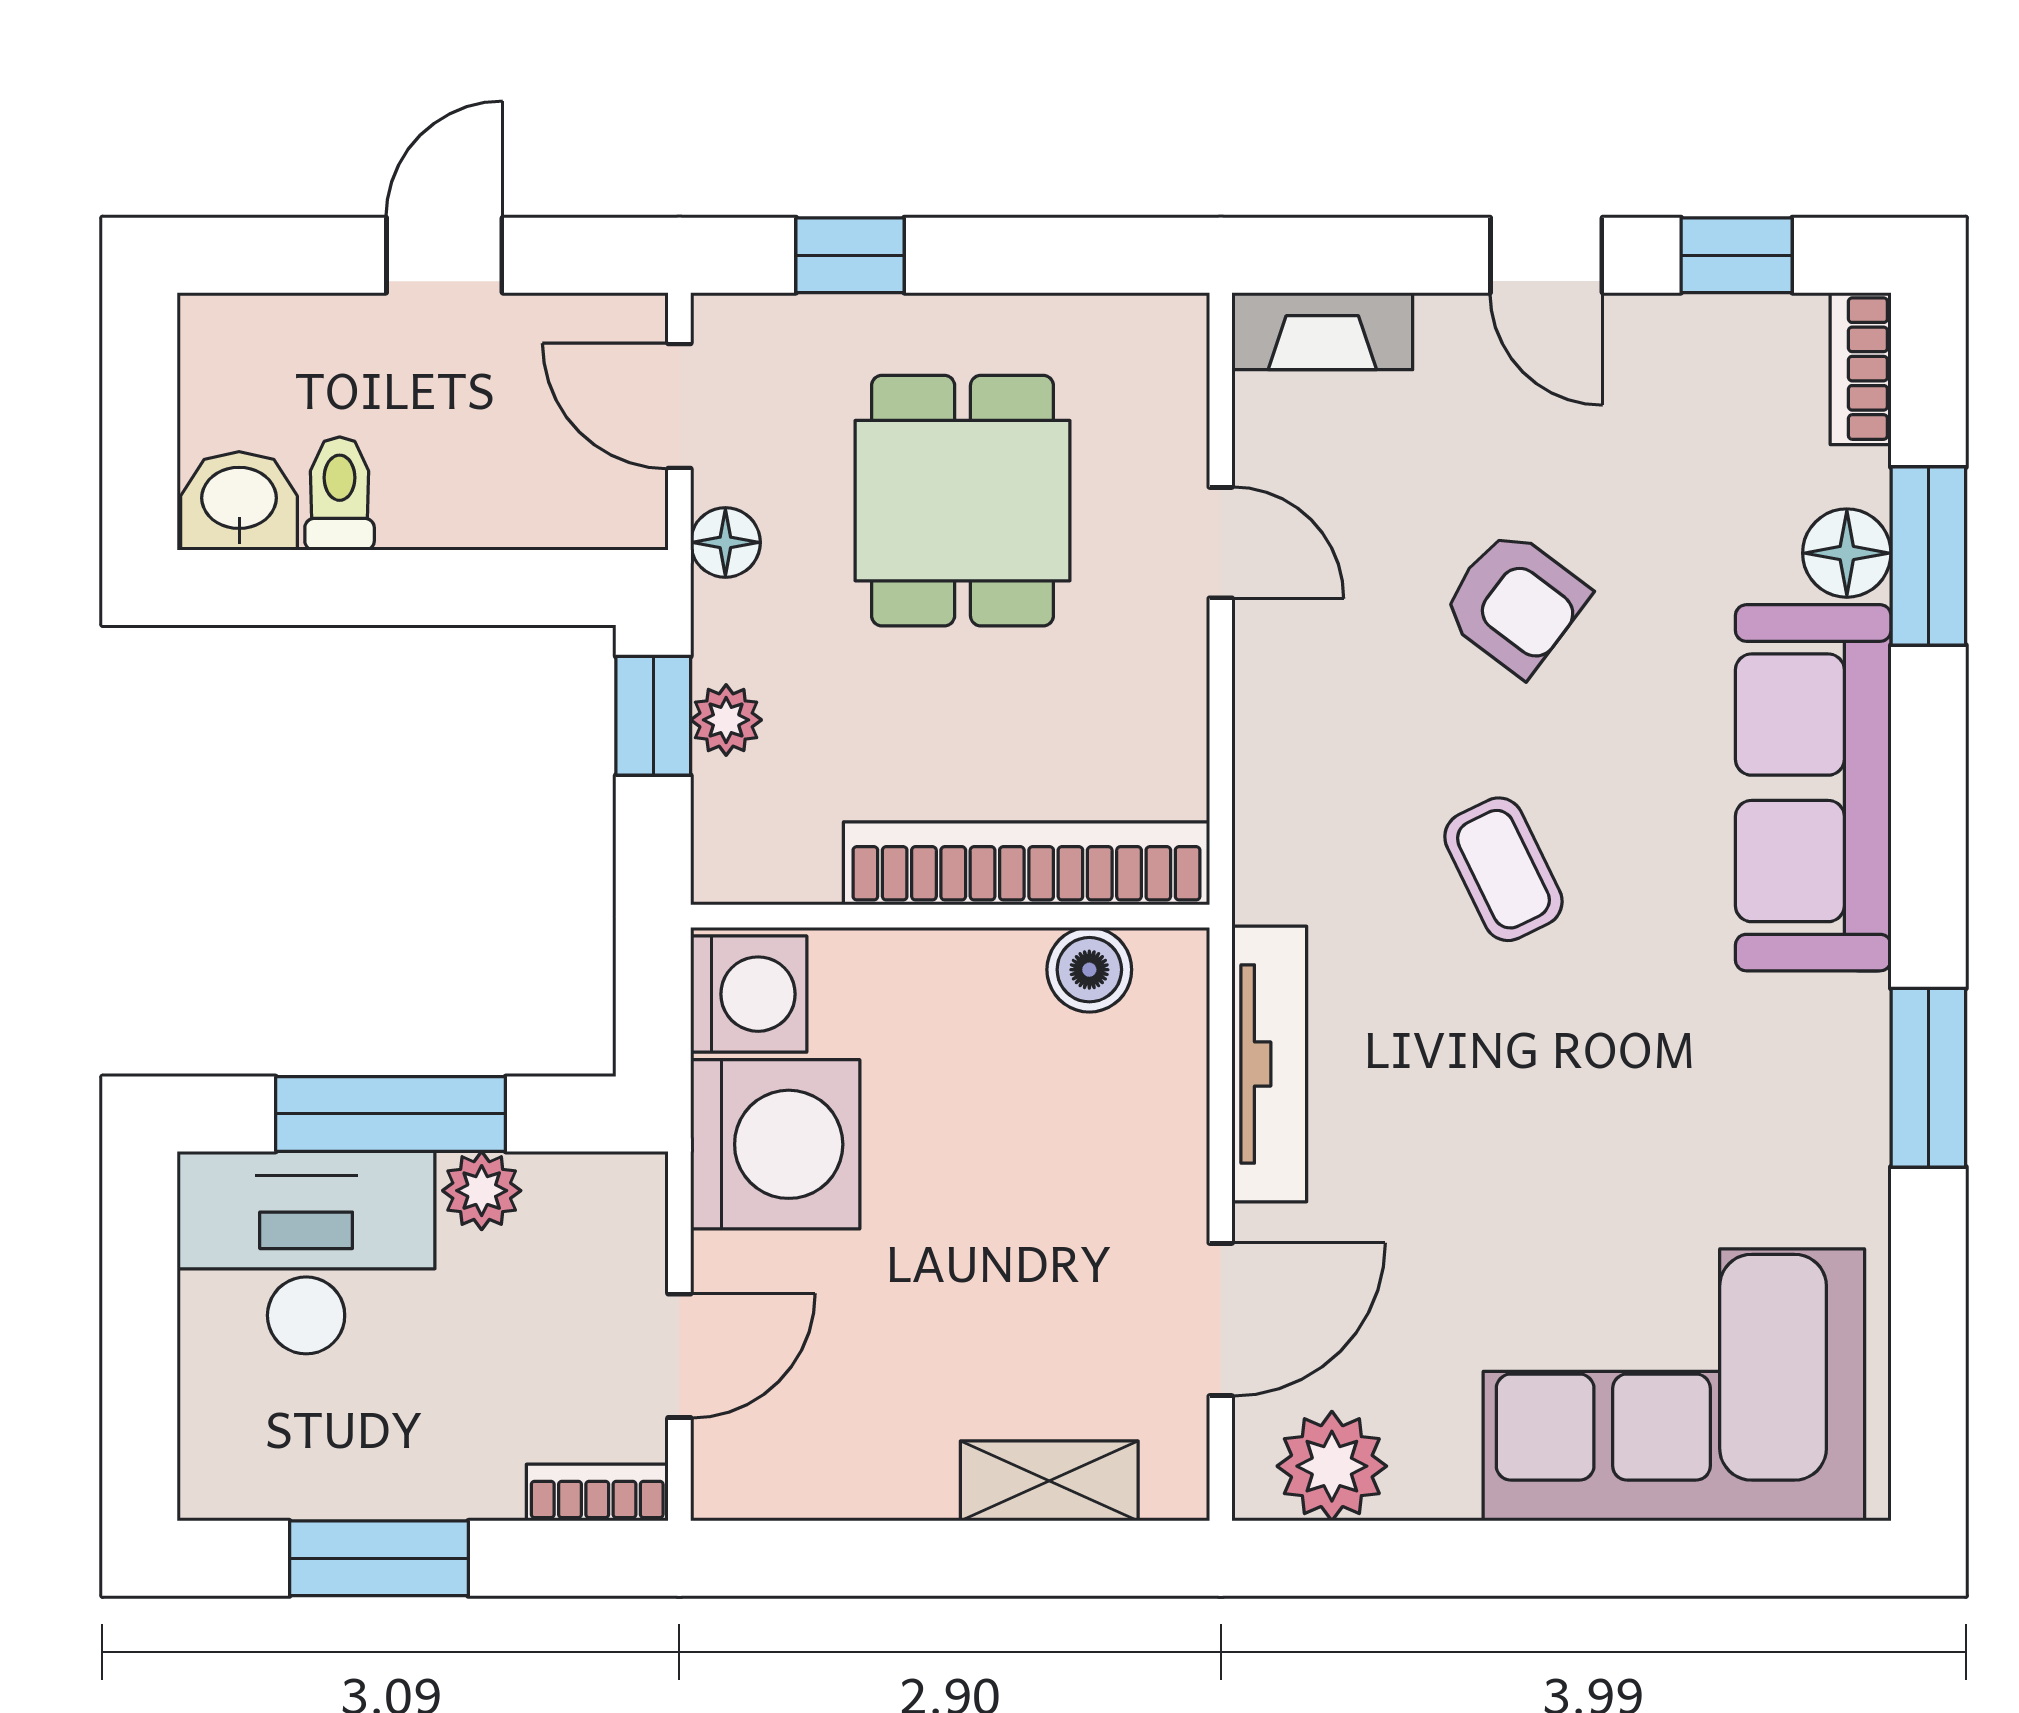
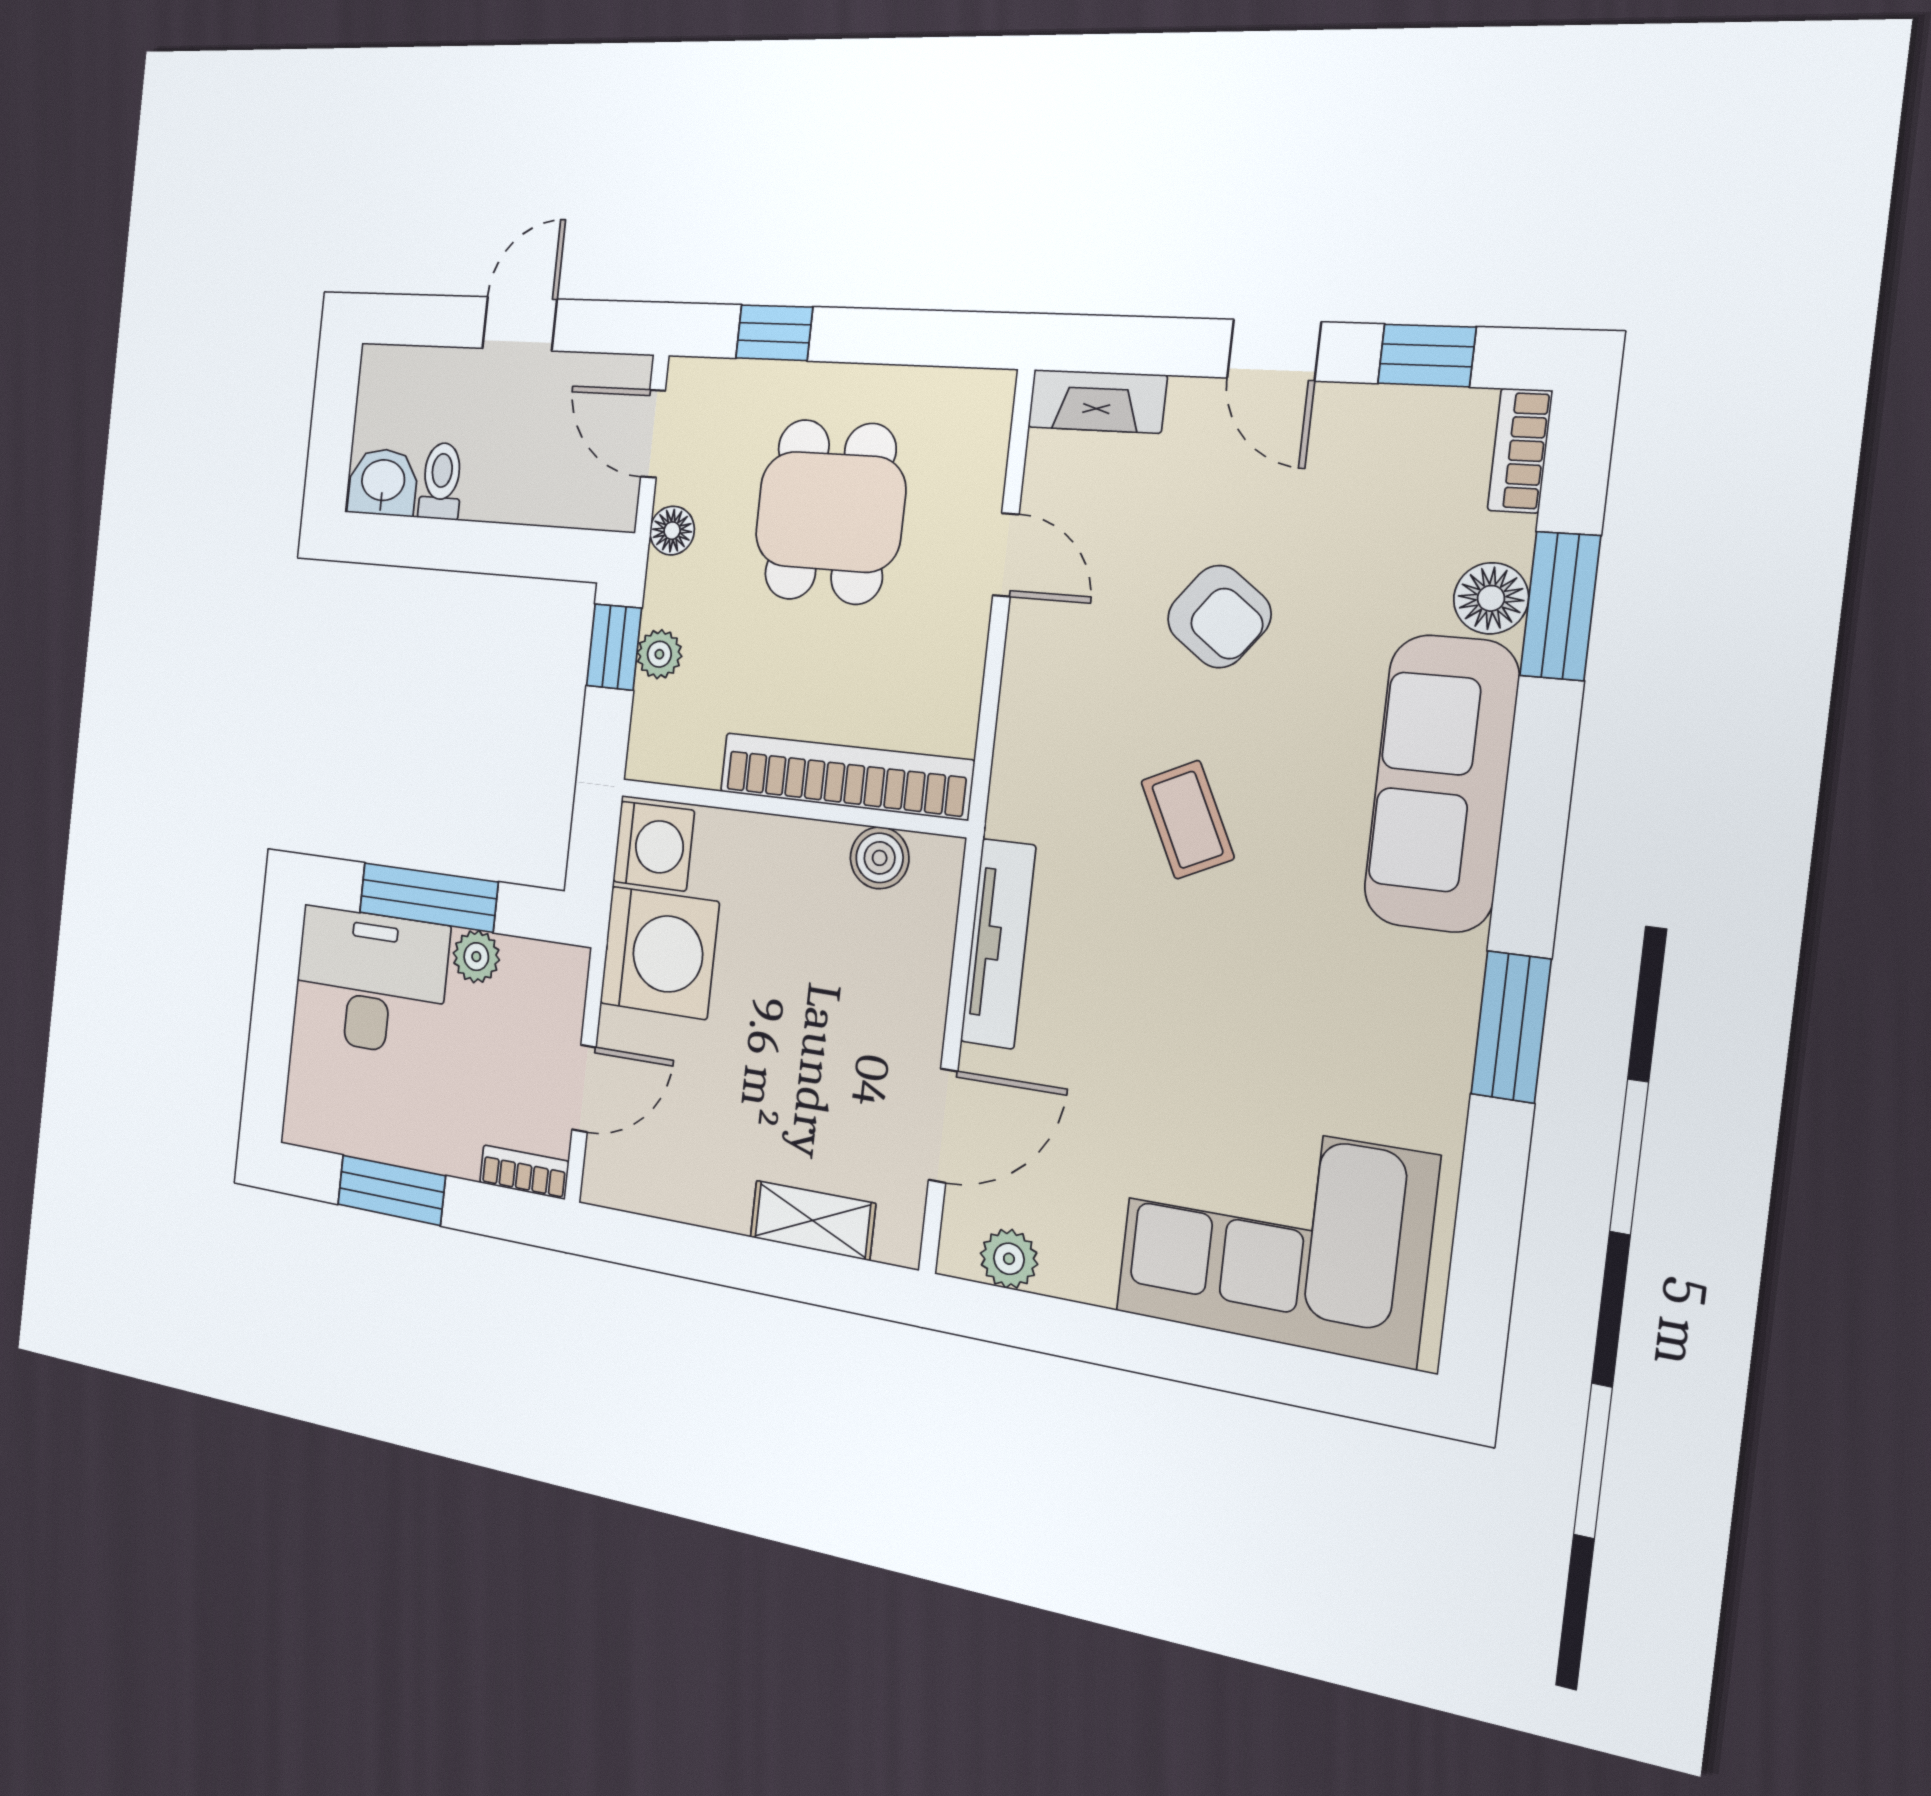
plant: (1332, 1466) -> (1009, 1259), width x0.73, depth x0.73

